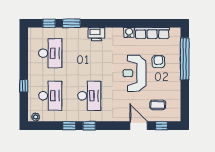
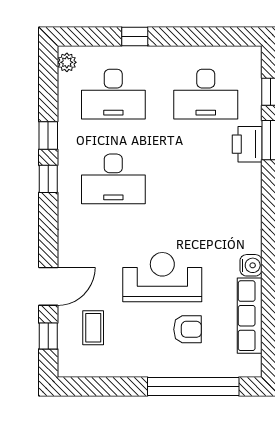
printer: (96, 34) -> (247, 144), moved

